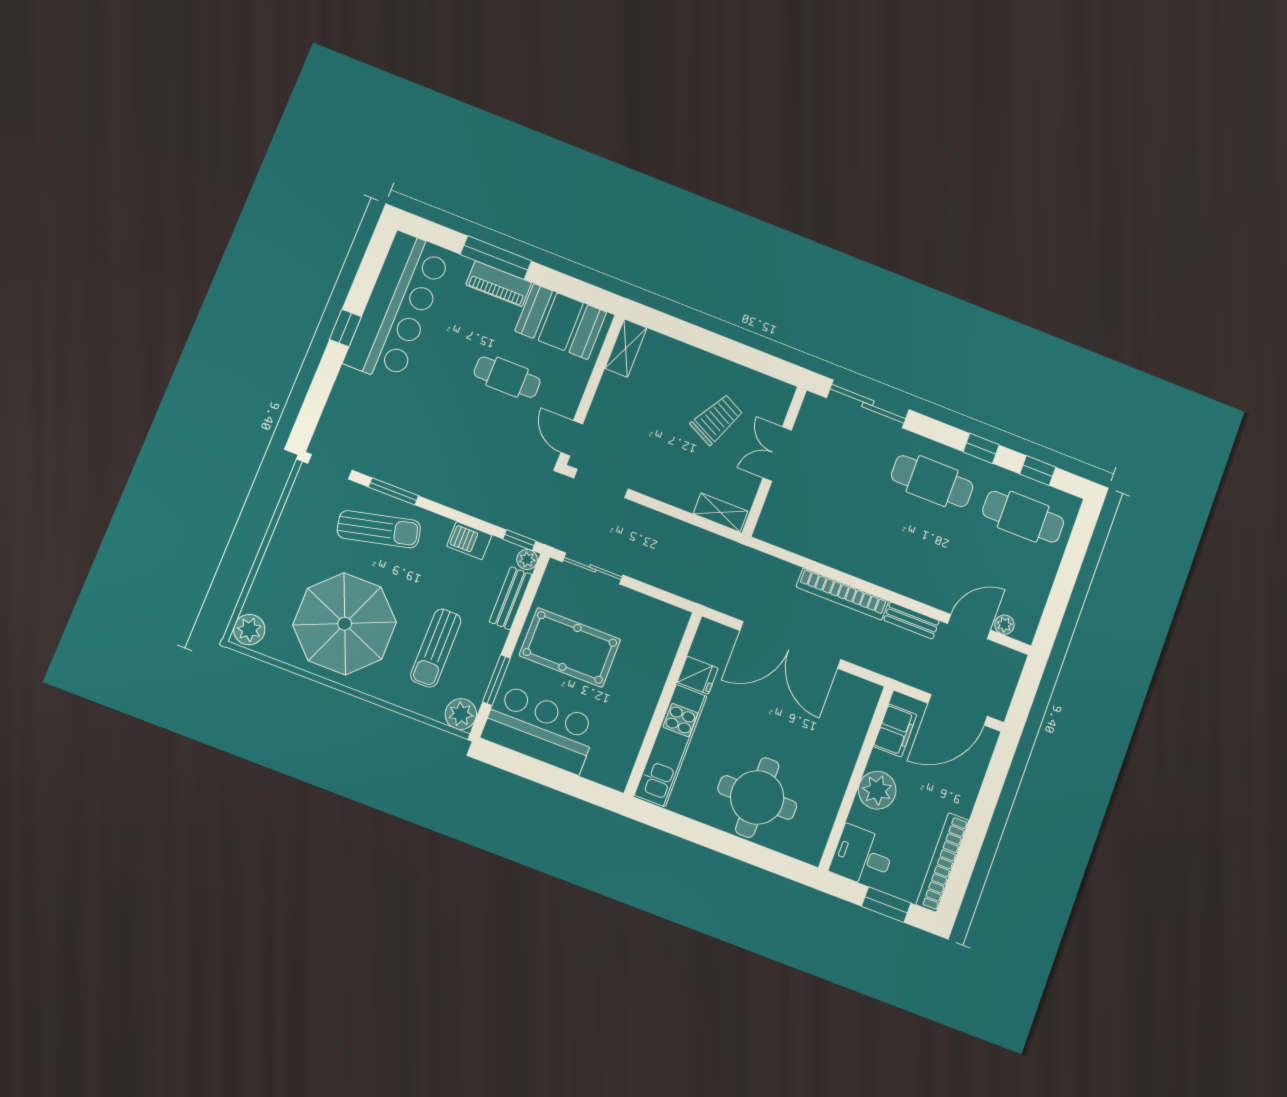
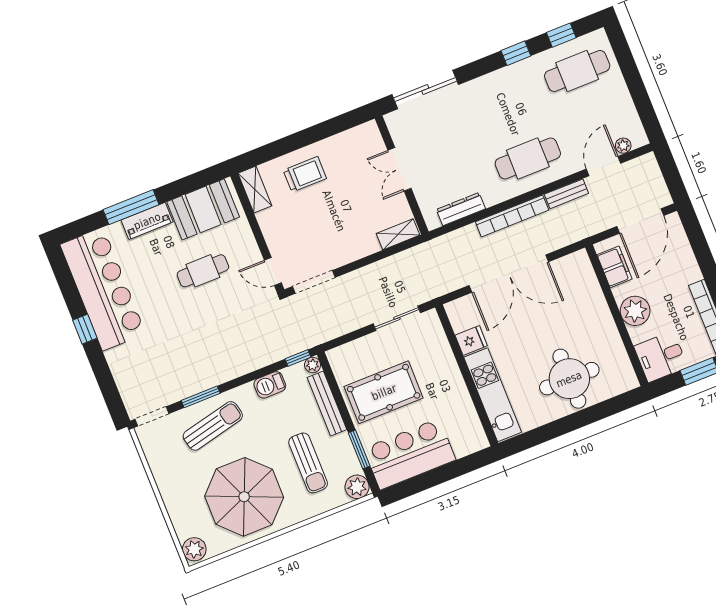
trolley: (717, 419) -> (305, 174), moved, turned 63
cafe table: (932, 481) -> (528, 158), moved
dresser: (800, 544) -> (461, 209), added
sliding door: (593, 568) -> (397, 318), moved
bench: (511, 598) -> (327, 404), width x1.36

